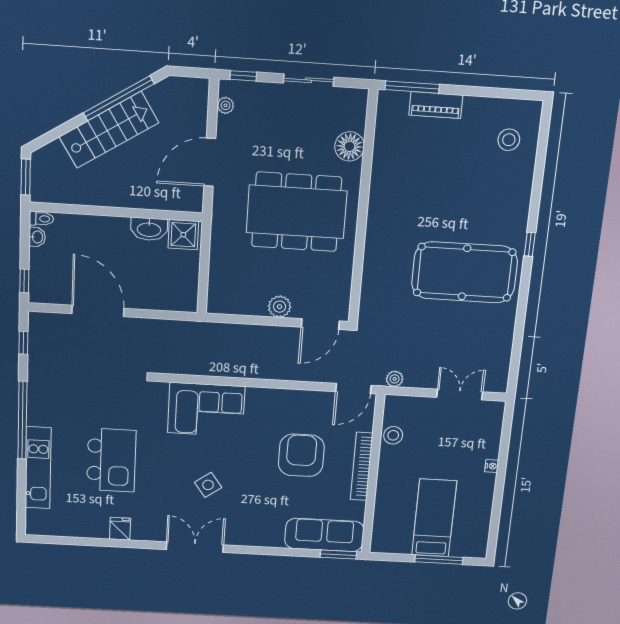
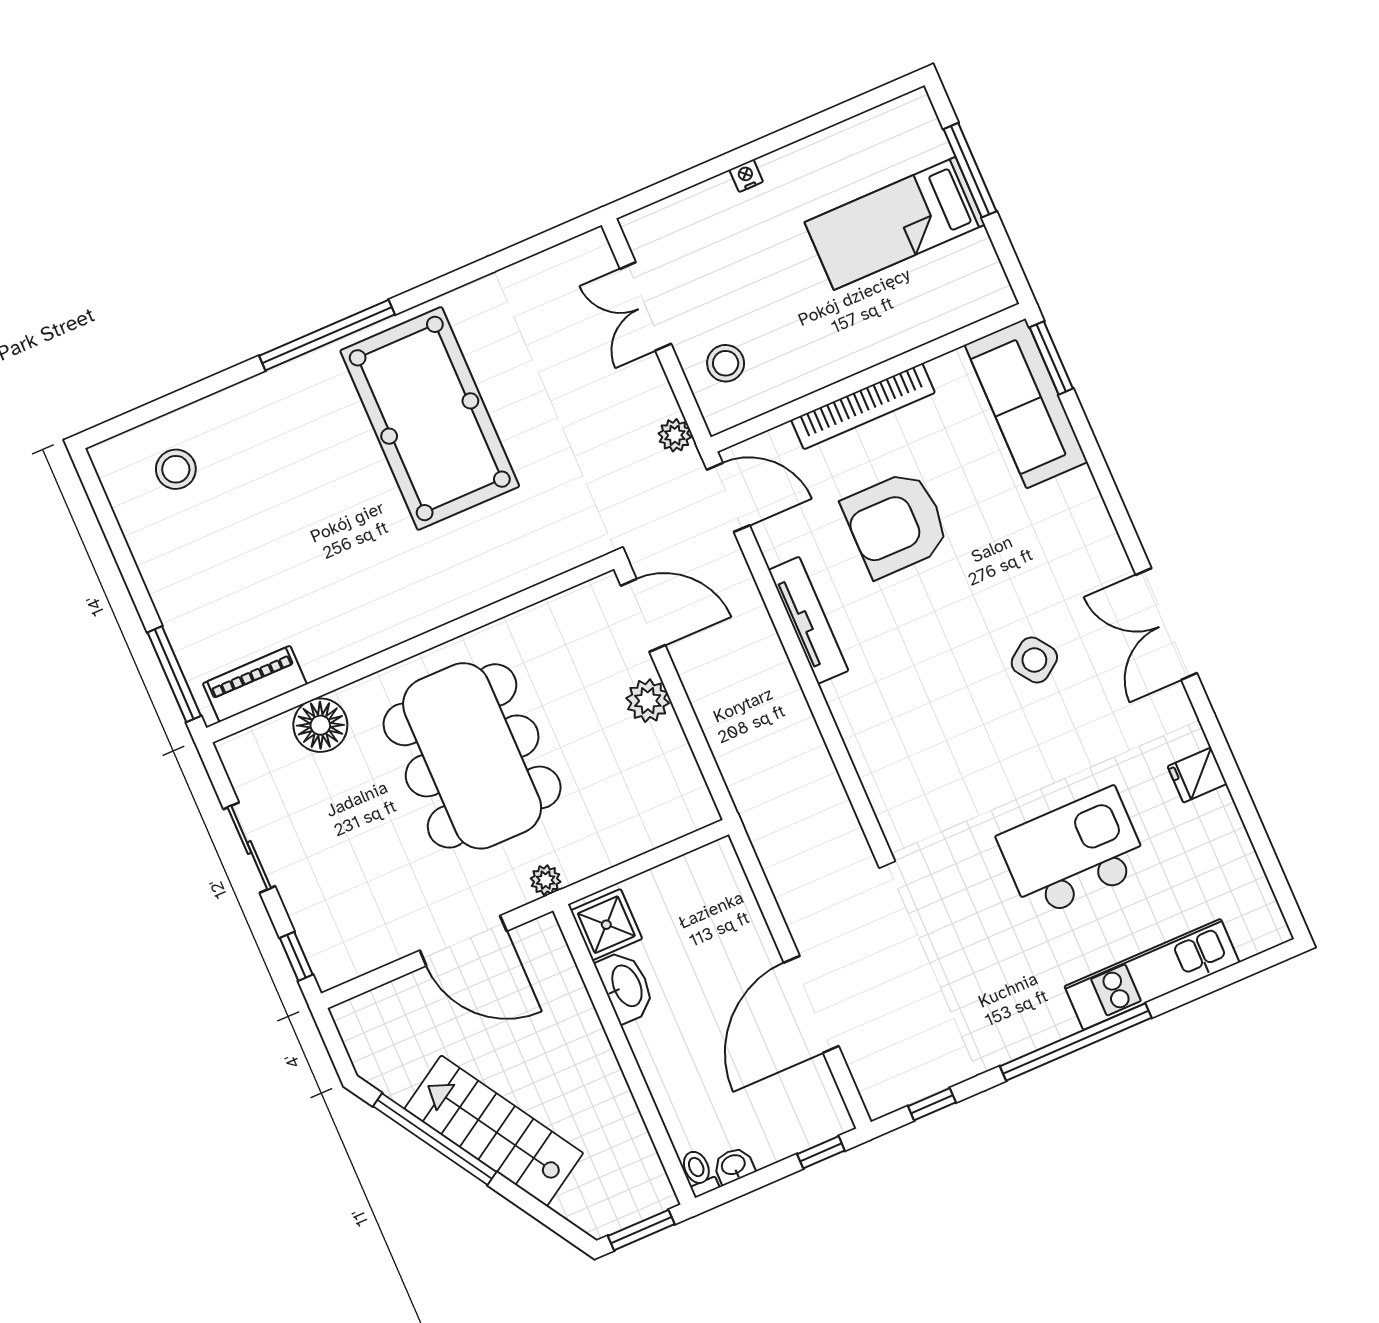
plant: (225, 105) -> (546, 880), moved
piano: (436, 105) -> (255, 684), moved, turned -90
window: (530, 244) -> (327, 335), width x3.17
tv unit: (278, 396) -> (808, 620), added
corner sofa: (206, 410) -> (895, 733), removed
stool: (393, 435) -> (726, 363), moved

